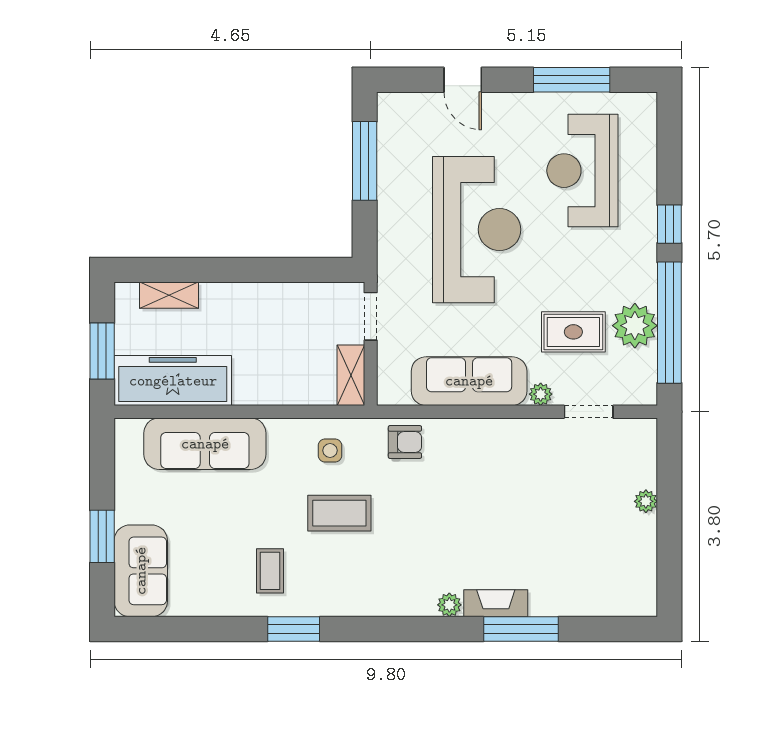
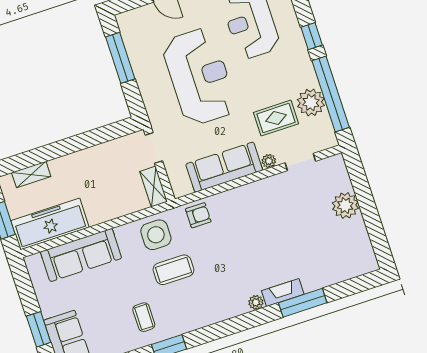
side table: (330, 450) -> (156, 235), width x1.87, depth x1.87
plant: (646, 501) -> (345, 206), width x1.87, depth x1.87

